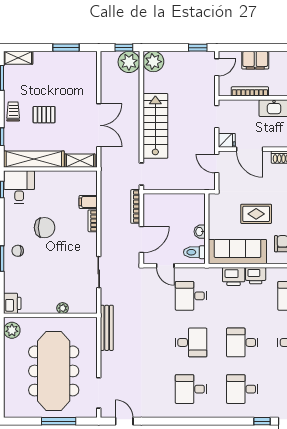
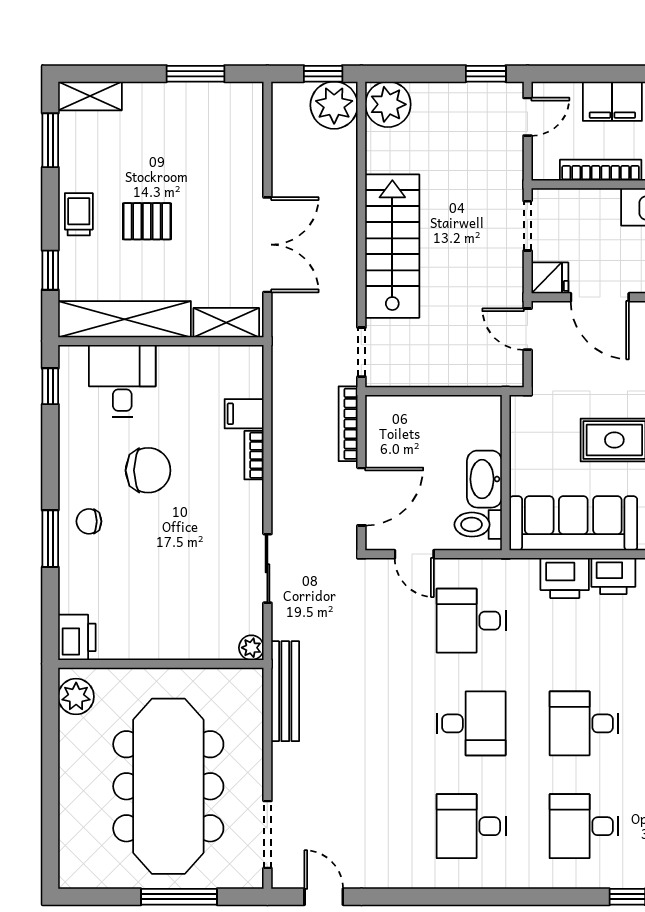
desk: (19, 187) -> (122, 381), moved
washbasin: (200, 232) -> (484, 479), width x1.91, depth x1.45
plant: (63, 308) -> (251, 648), moved

